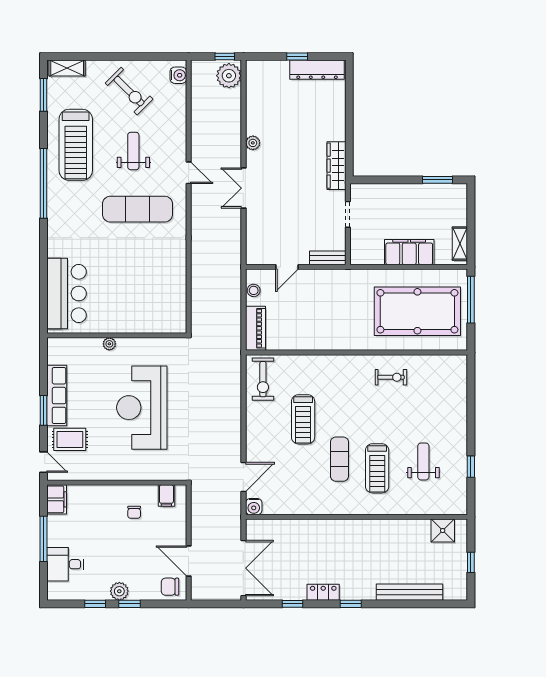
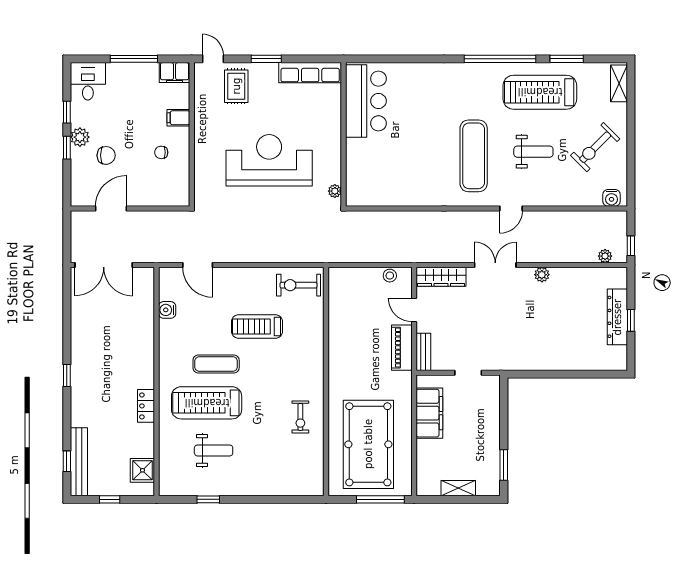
dresser: (317, 70) -> (617, 317), moved
plant: (229, 76) -> (605, 256), width x0.53, depth x0.53
window: (43, 95) -> (567, 59), moved
wardrobe: (337, 166) -> (441, 277), moved, turned 180
shelving: (460, 244) -> (458, 488), moved
filing cabinet: (409, 252) -> (429, 413), moved
bar counter: (66, 294) -> (366, 101), moved, turned -90
piano: (255, 328) -> (402, 348), moved, turned 90
plant: (109, 344) -> (335, 191), moved
row of seats: (57, 396) -> (310, 73), moved
door: (43, 462) -> (213, 59), swing flipped
treadmill: (377, 468) -> (207, 403), width x1.37, depth x1.38
filing cabinet: (166, 496) -> (178, 118), moved
water cooler: (254, 507) -> (167, 310), moved
desk: (65, 564) -> (88, 81), moved
chair: (170, 587) -> (106, 155), moved, turned 90
locker: (323, 592) -> (146, 406), moved, turned 180
bench: (409, 592) -> (79, 462), moved
window: (292, 604) -> (67, 461), moved

